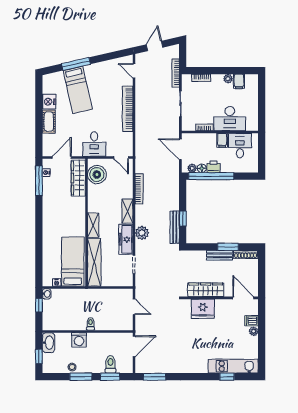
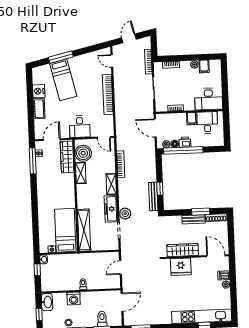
desk: (230, 119) -> (209, 99), moved
shelving: (93, 225) -> (81, 173), moved
plant: (142, 233) -> (125, 214), moved
door: (134, 307) -> (121, 268), swing flipped
kitchen unit: (233, 366) -> (202, 316), width x1.36

